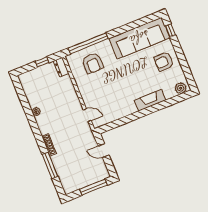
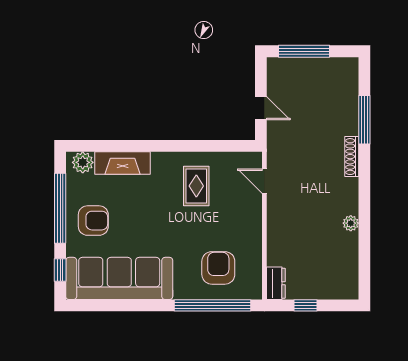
window: (183, 61) -> (60, 208), added
rug: (120, 99) -> (196, 186), added
fireplace: (150, 100) -> (123, 163), moved

